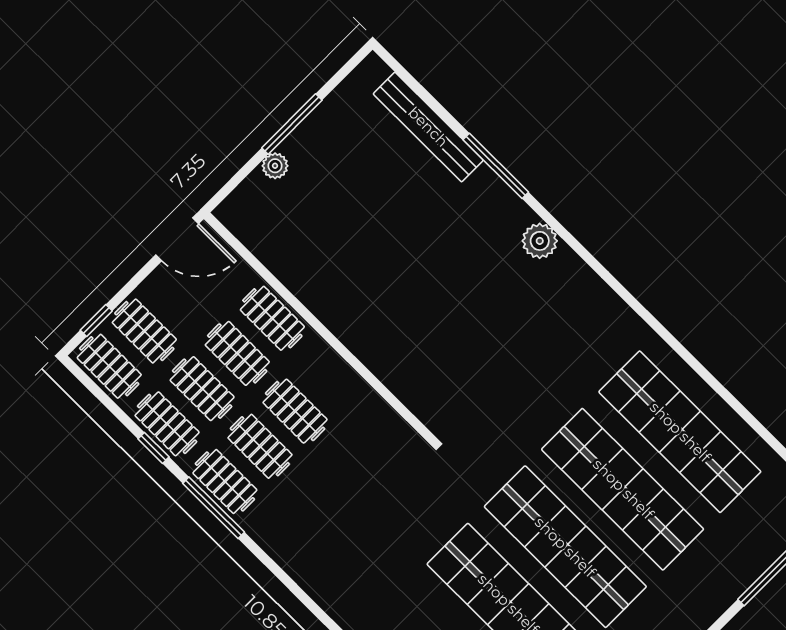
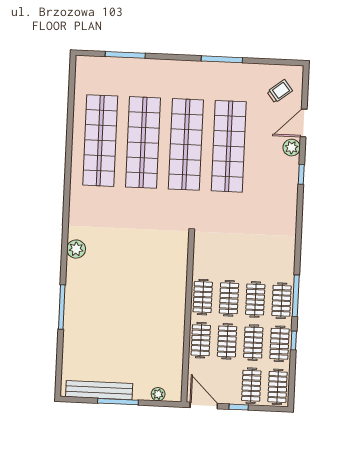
bench: (428, 127) -> (99, 390), moved, turned 90
plant: (275, 166) -> (158, 394), moved
plant: (540, 241) -> (76, 249), moved
window: (96, 320) -> (239, 407), moved
clothes rail: (330, 376) -> (203, 297), added

